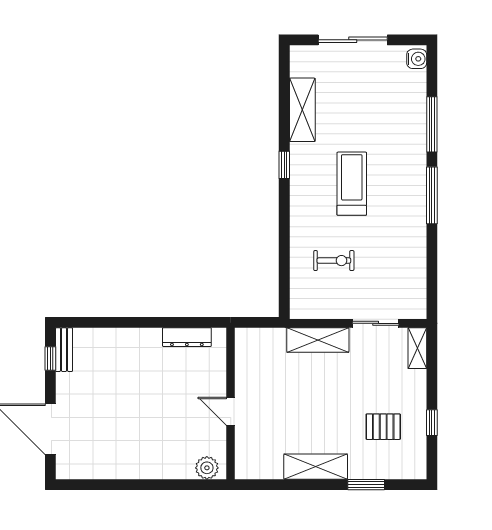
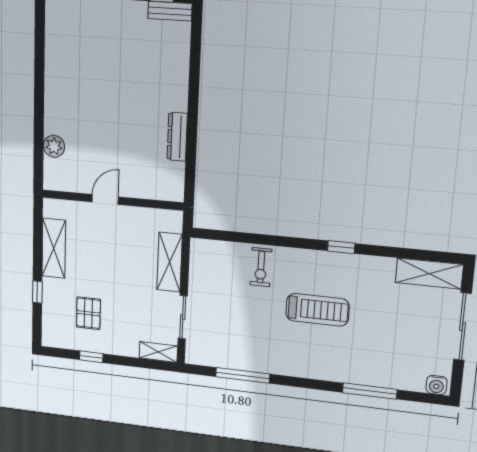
shelving: (302, 110) -> (429, 274), moved
window: (432, 195) -> (243, 375), moved
exercise bike: (334, 261) -> (261, 267), moved
wall: (231, 403) -> (112, 200), moved
door: (231, 411) -> (105, 199), moved
window: (366, 485) -> (37, 292), width x0.67

